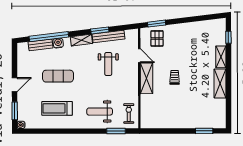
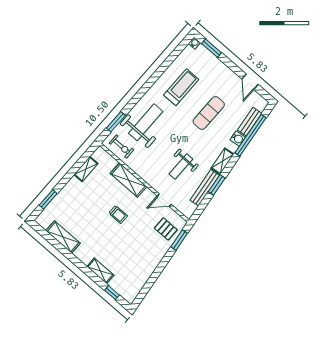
weight bench: (108, 64) -> (181, 166), turned -90
shelving: (146, 78) -> (128, 180), moved
shelving: (220, 83) -> (63, 237), moved
door: (15, 85) -> (250, 82), moved
weight bench: (100, 112) -> (146, 122), width x1.36, depth x1.33
shelving: (163, 124) -> (86, 169), added

